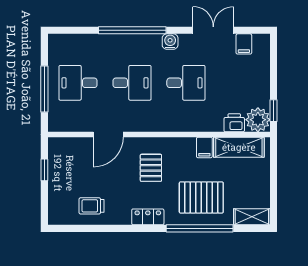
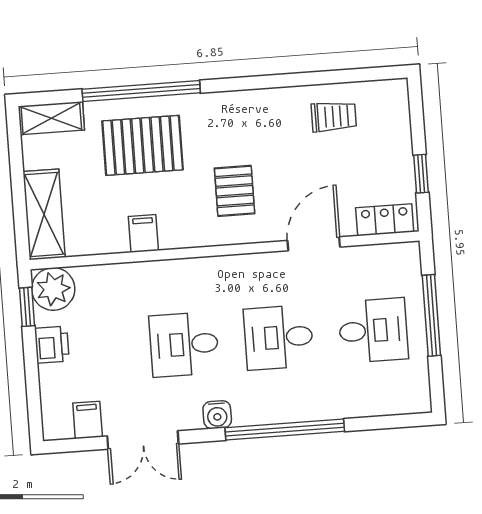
printer: (234, 123) -> (52, 345), moved, turned -90
shelving: (239, 147) -> (44, 214), moved, turned 90
locker: (148, 217) -> (385, 220), moved, turned 180

